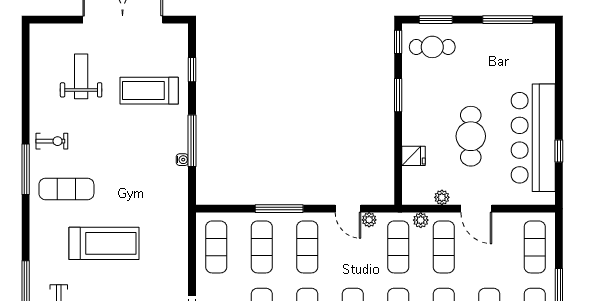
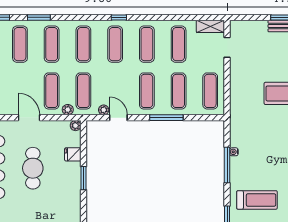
window: (398, 95) -> (83, 178), moved
plant: (442, 197) -> (76, 126), moved

